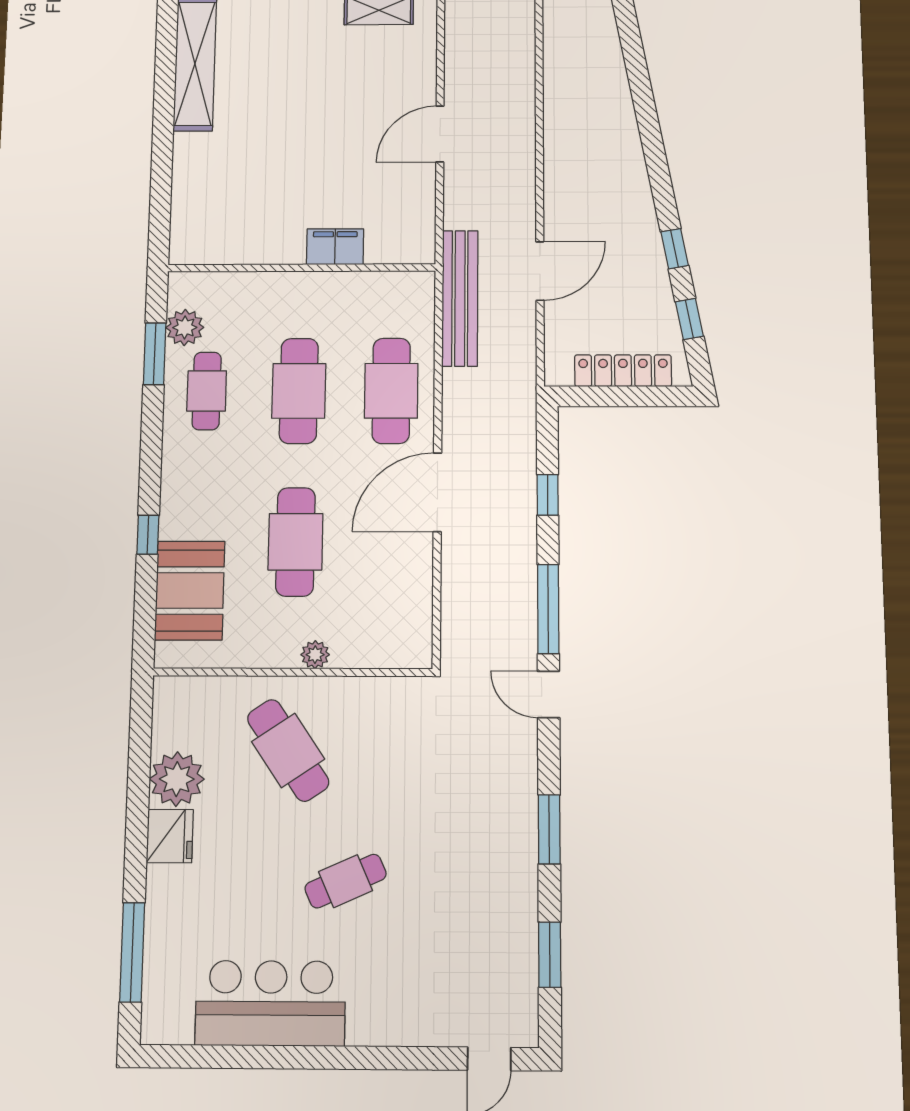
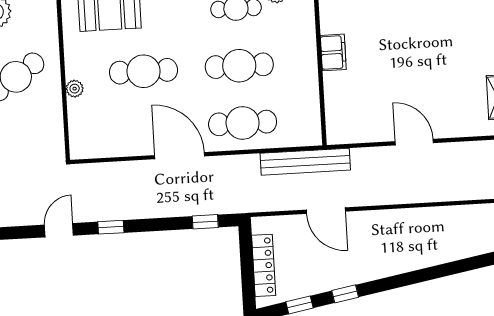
filing cabinet: (335, 247) -> (333, 52), moved
window: (548, 495) -> (205, 222), moved
window: (548, 609) -> (111, 227), width x0.46

